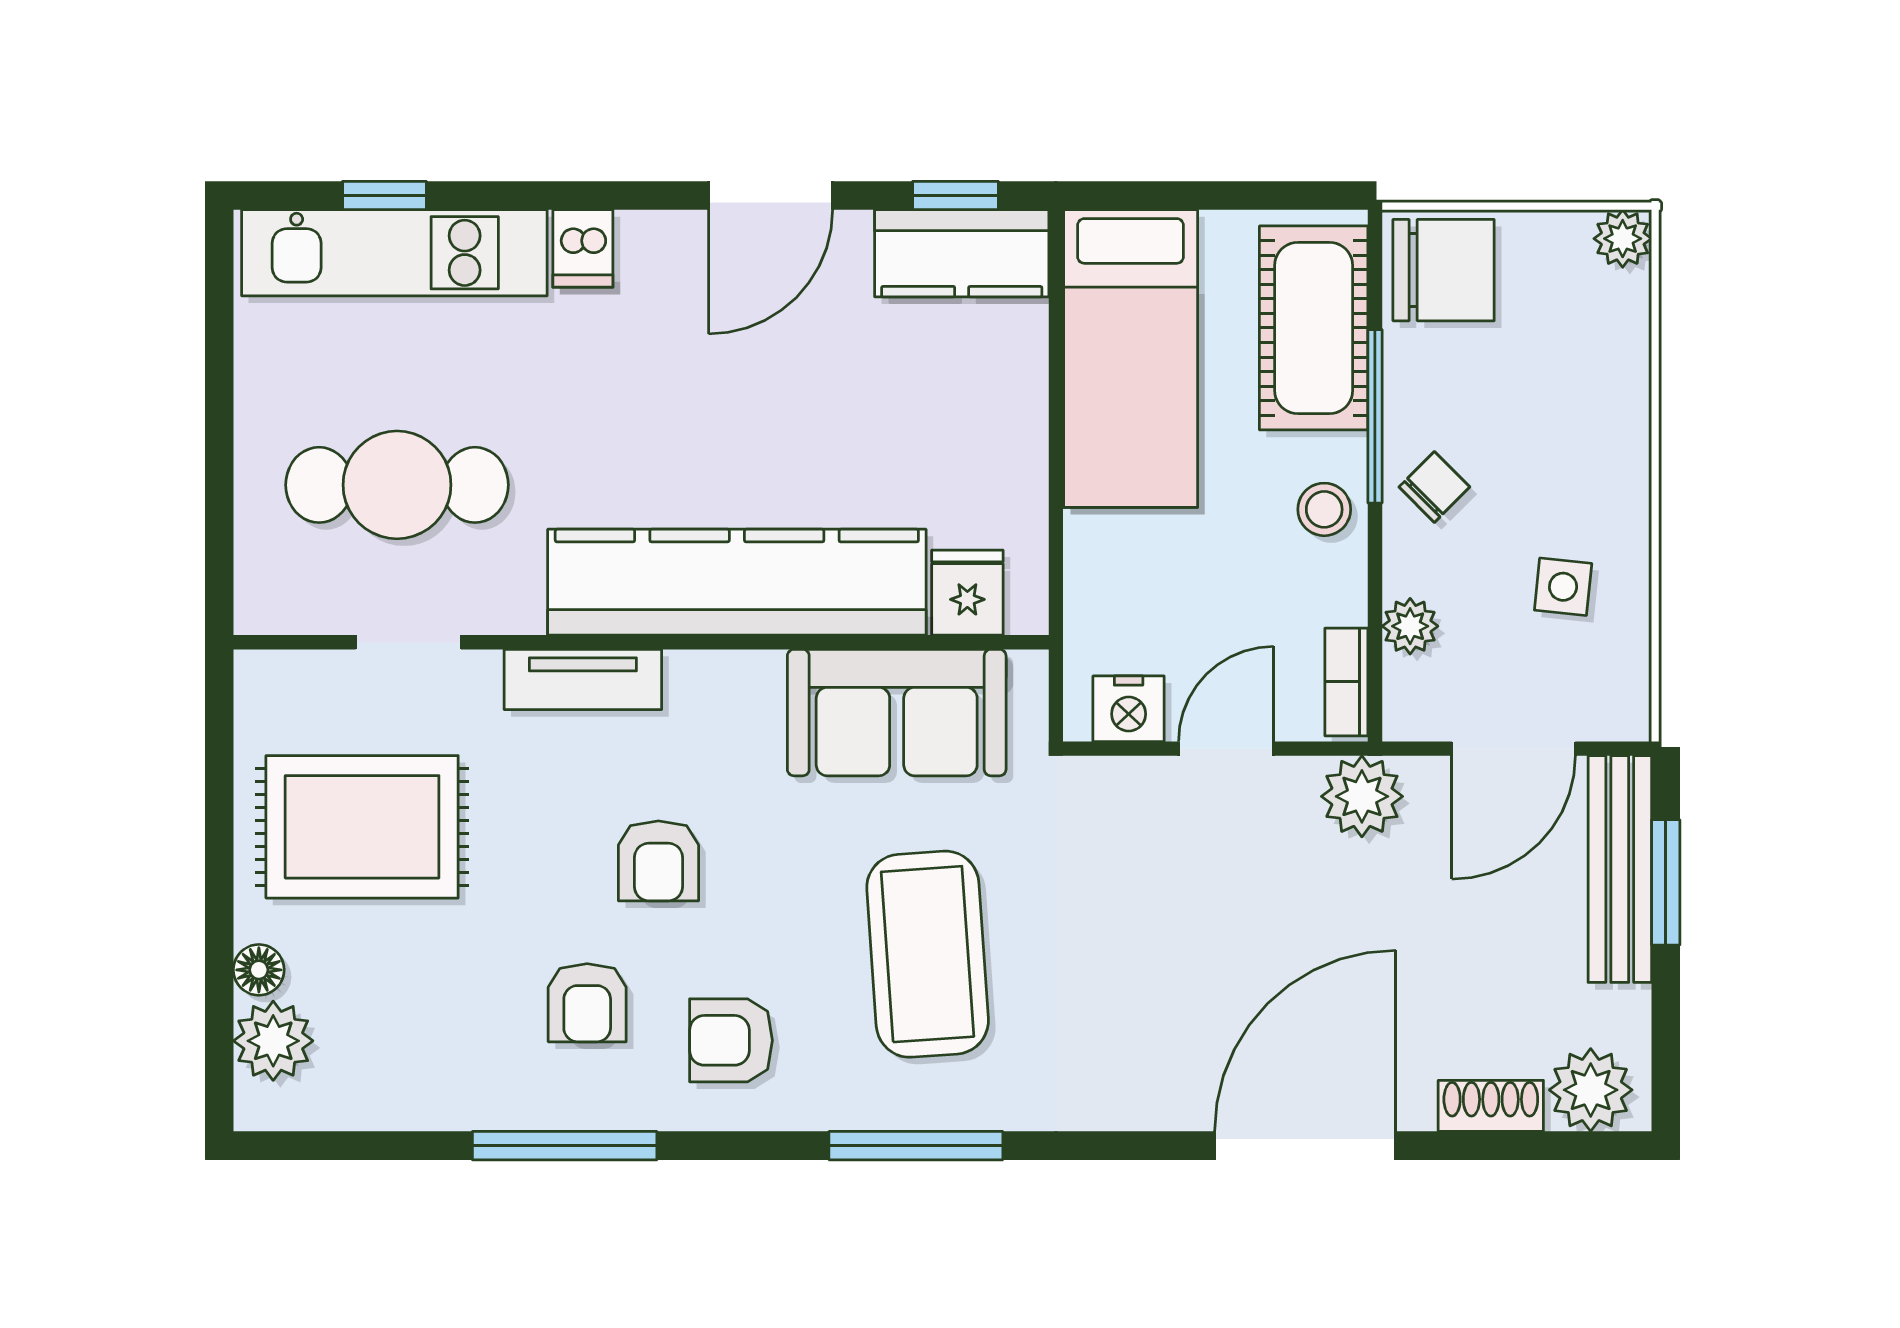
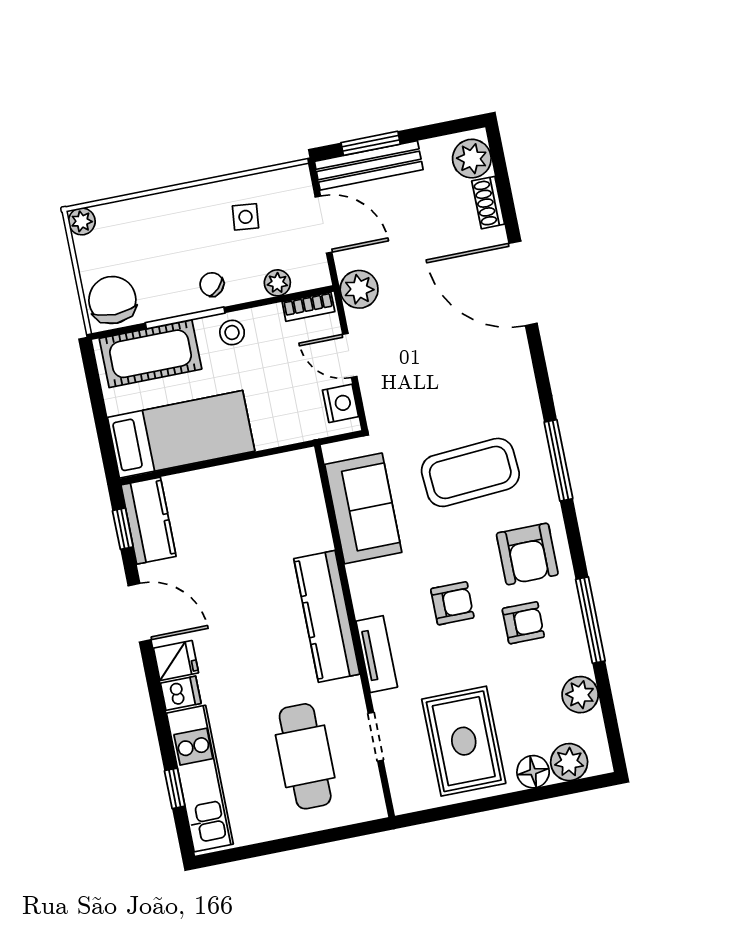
kitchen counter: (737, 582) -> (327, 616), width x0.72, depth x0.86
fridge: (967, 593) -> (176, 660), moved, turned 180
floor lamp: (259, 970) -> (533, 772), width x1.37, depth x1.37
armchair: (731, 1040) -> (527, 554), width x1.38, depth x1.38
plant: (411, 1093) -> (580, 695), added

